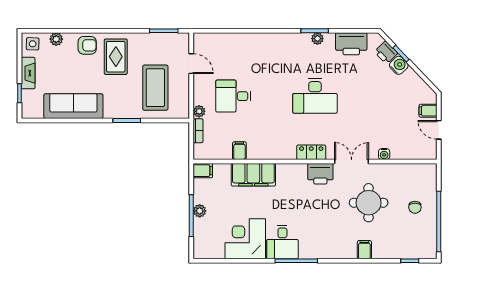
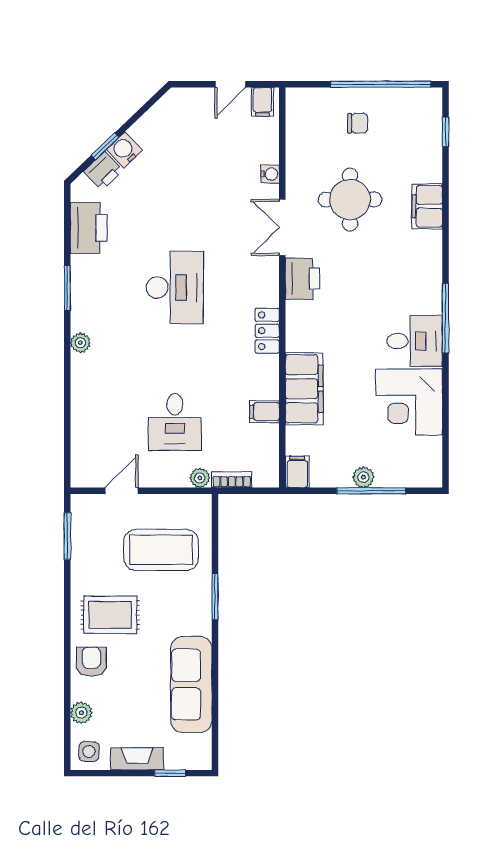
plant: (317, 39) -> (80, 343), moved
filing cabinet: (428, 111) -> (263, 102), moved
locker: (311, 152) -> (267, 331), moved
filing cabinet: (364, 250) -> (427, 206), width x2.00

